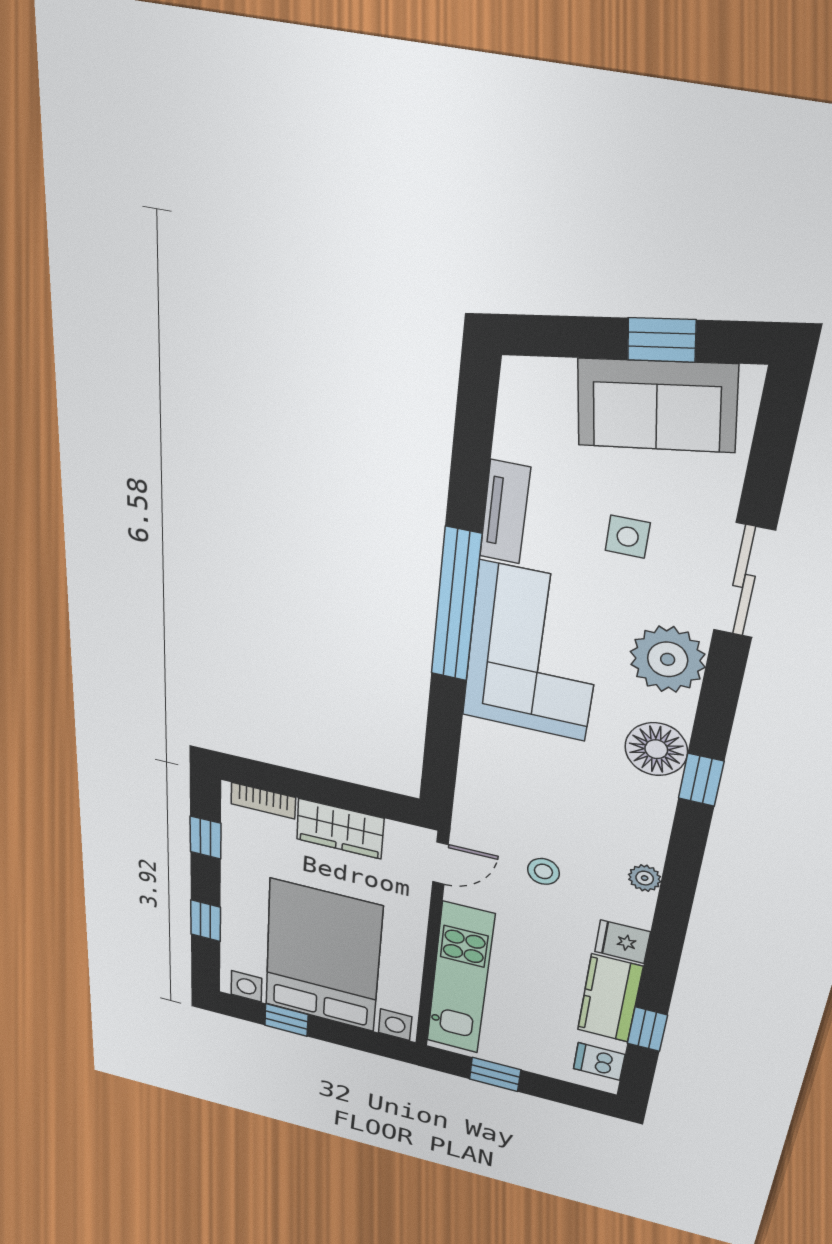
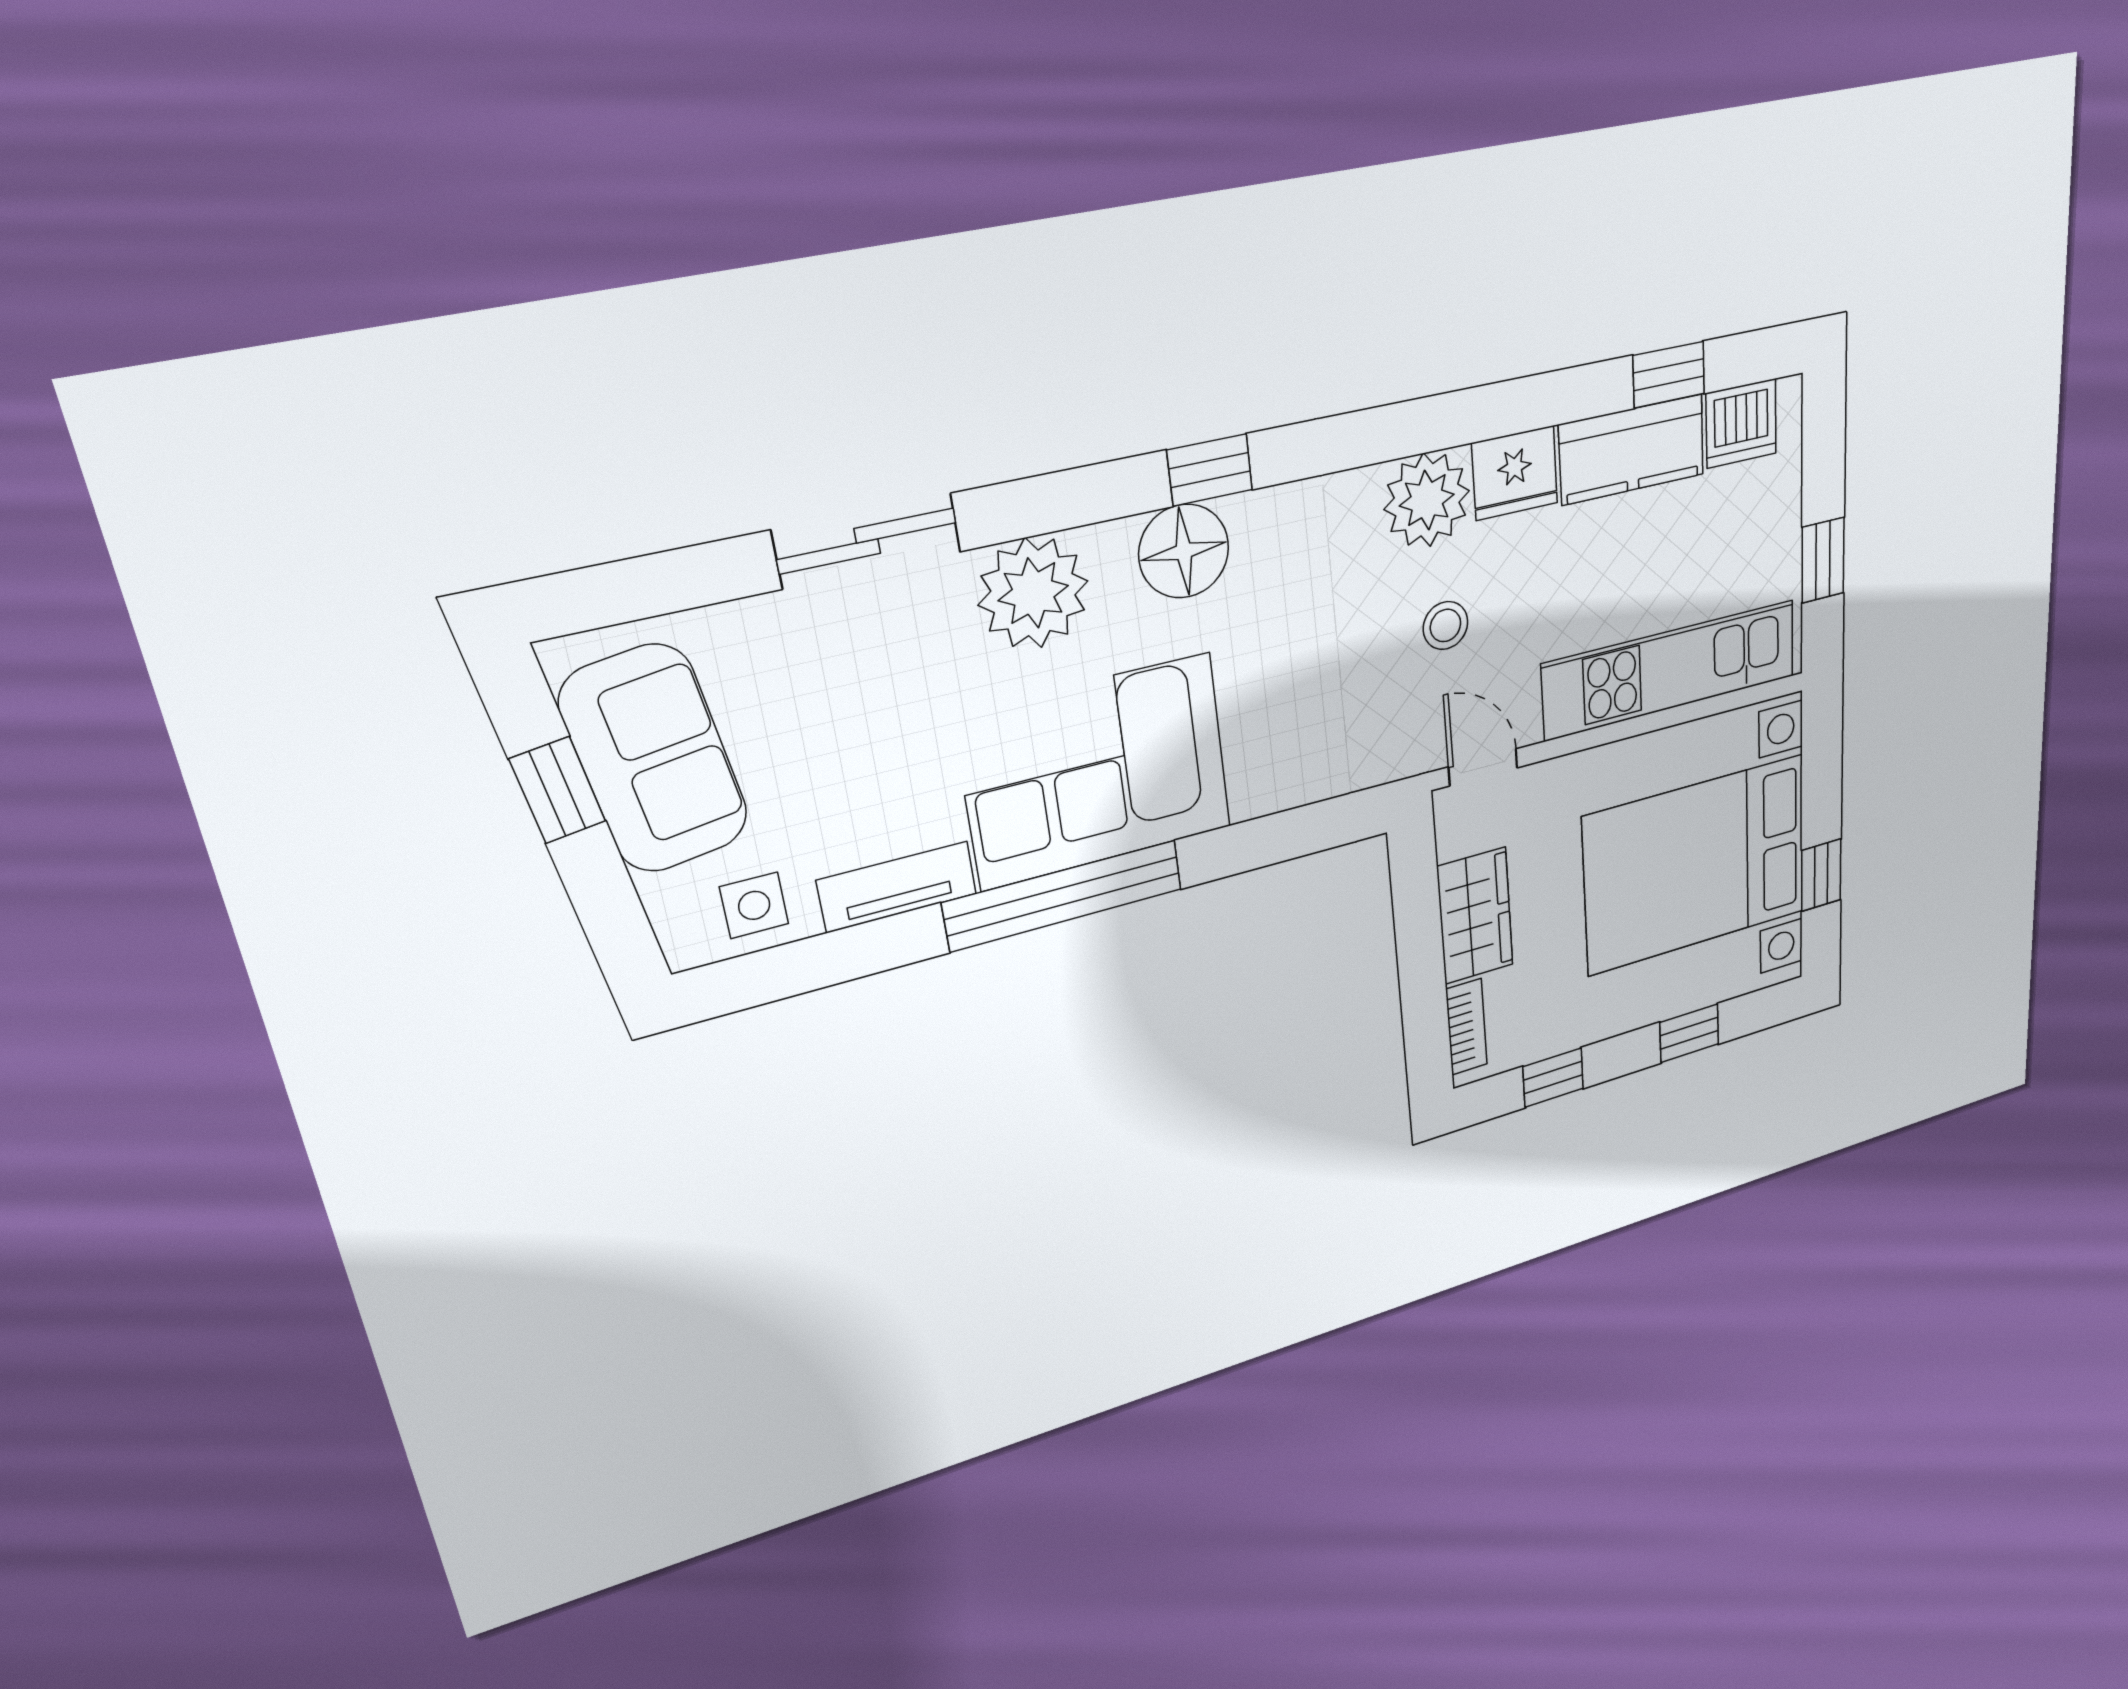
side table: (628, 537) -> (754, 905), moved
plant: (645, 878) -> (1427, 500), width x1.88, depth x1.88
fridge: (622, 942) -> (1515, 473), width x1.38
dishwasher: (599, 1062) -> (1741, 424), width x1.38

